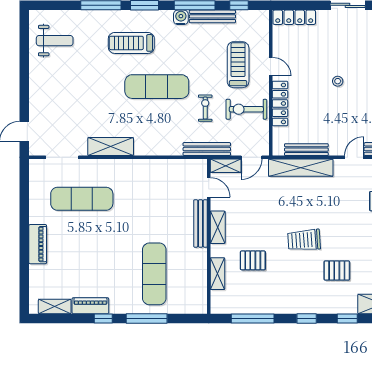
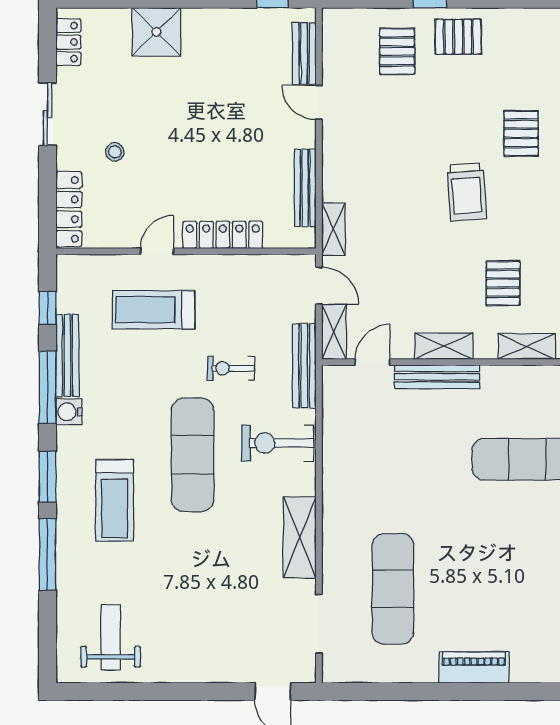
stool: (338, 81) -> (115, 152), moved
exercise bike: (246, 109) -> (278, 443), moved, turned 90
shelving: (301, 168) -> (333, 229), width x0.45, depth x0.75

